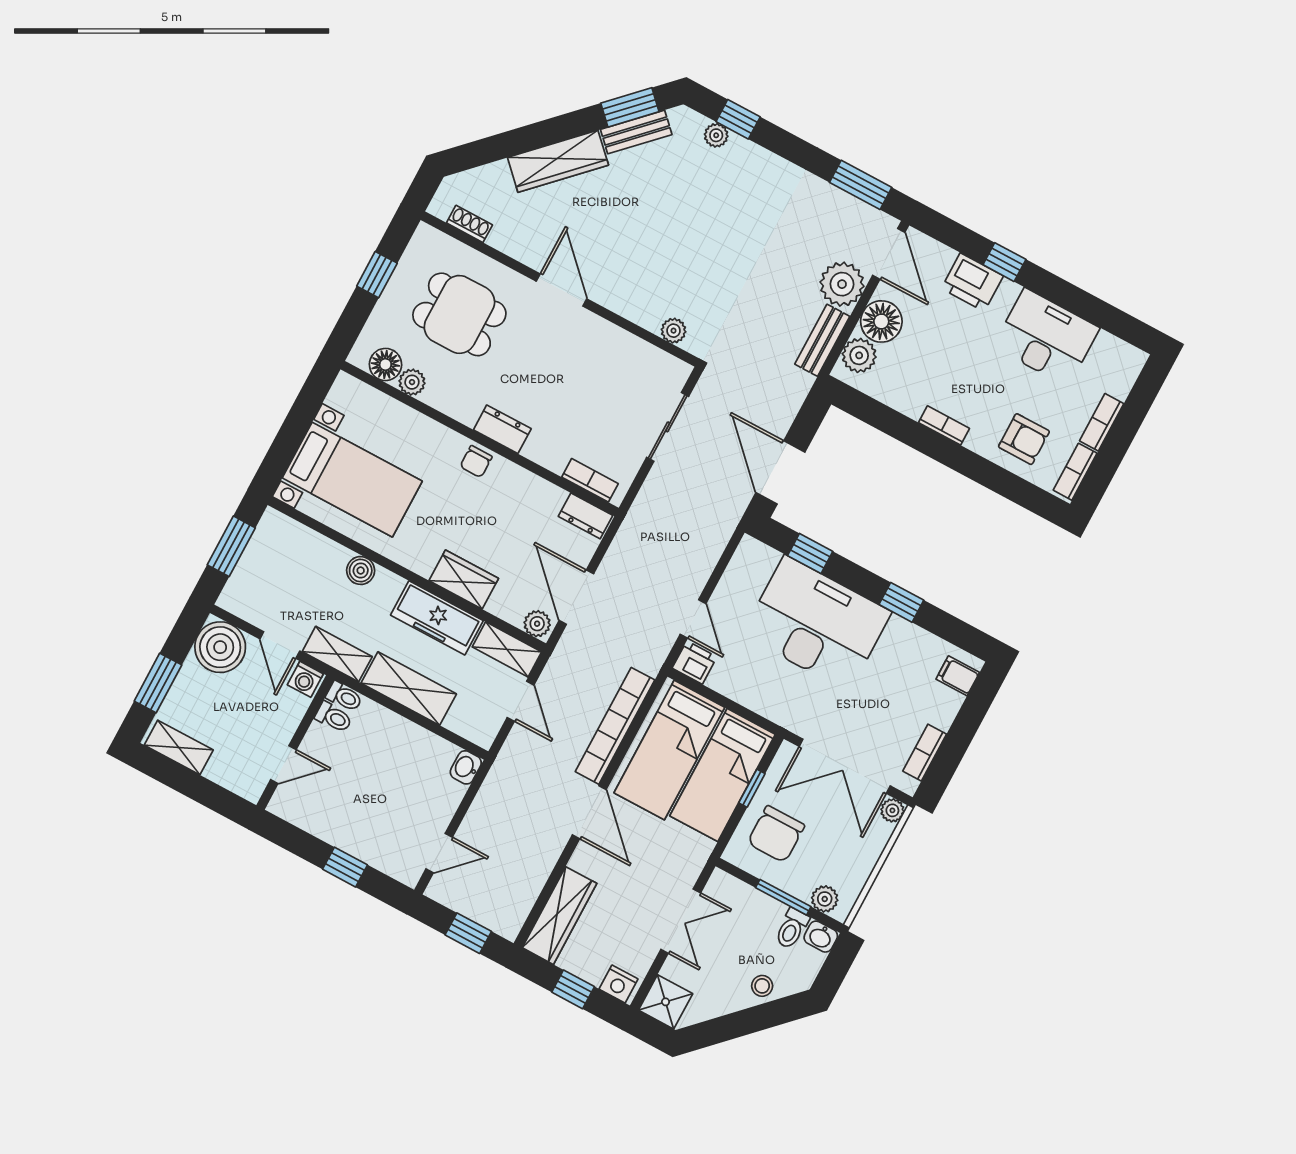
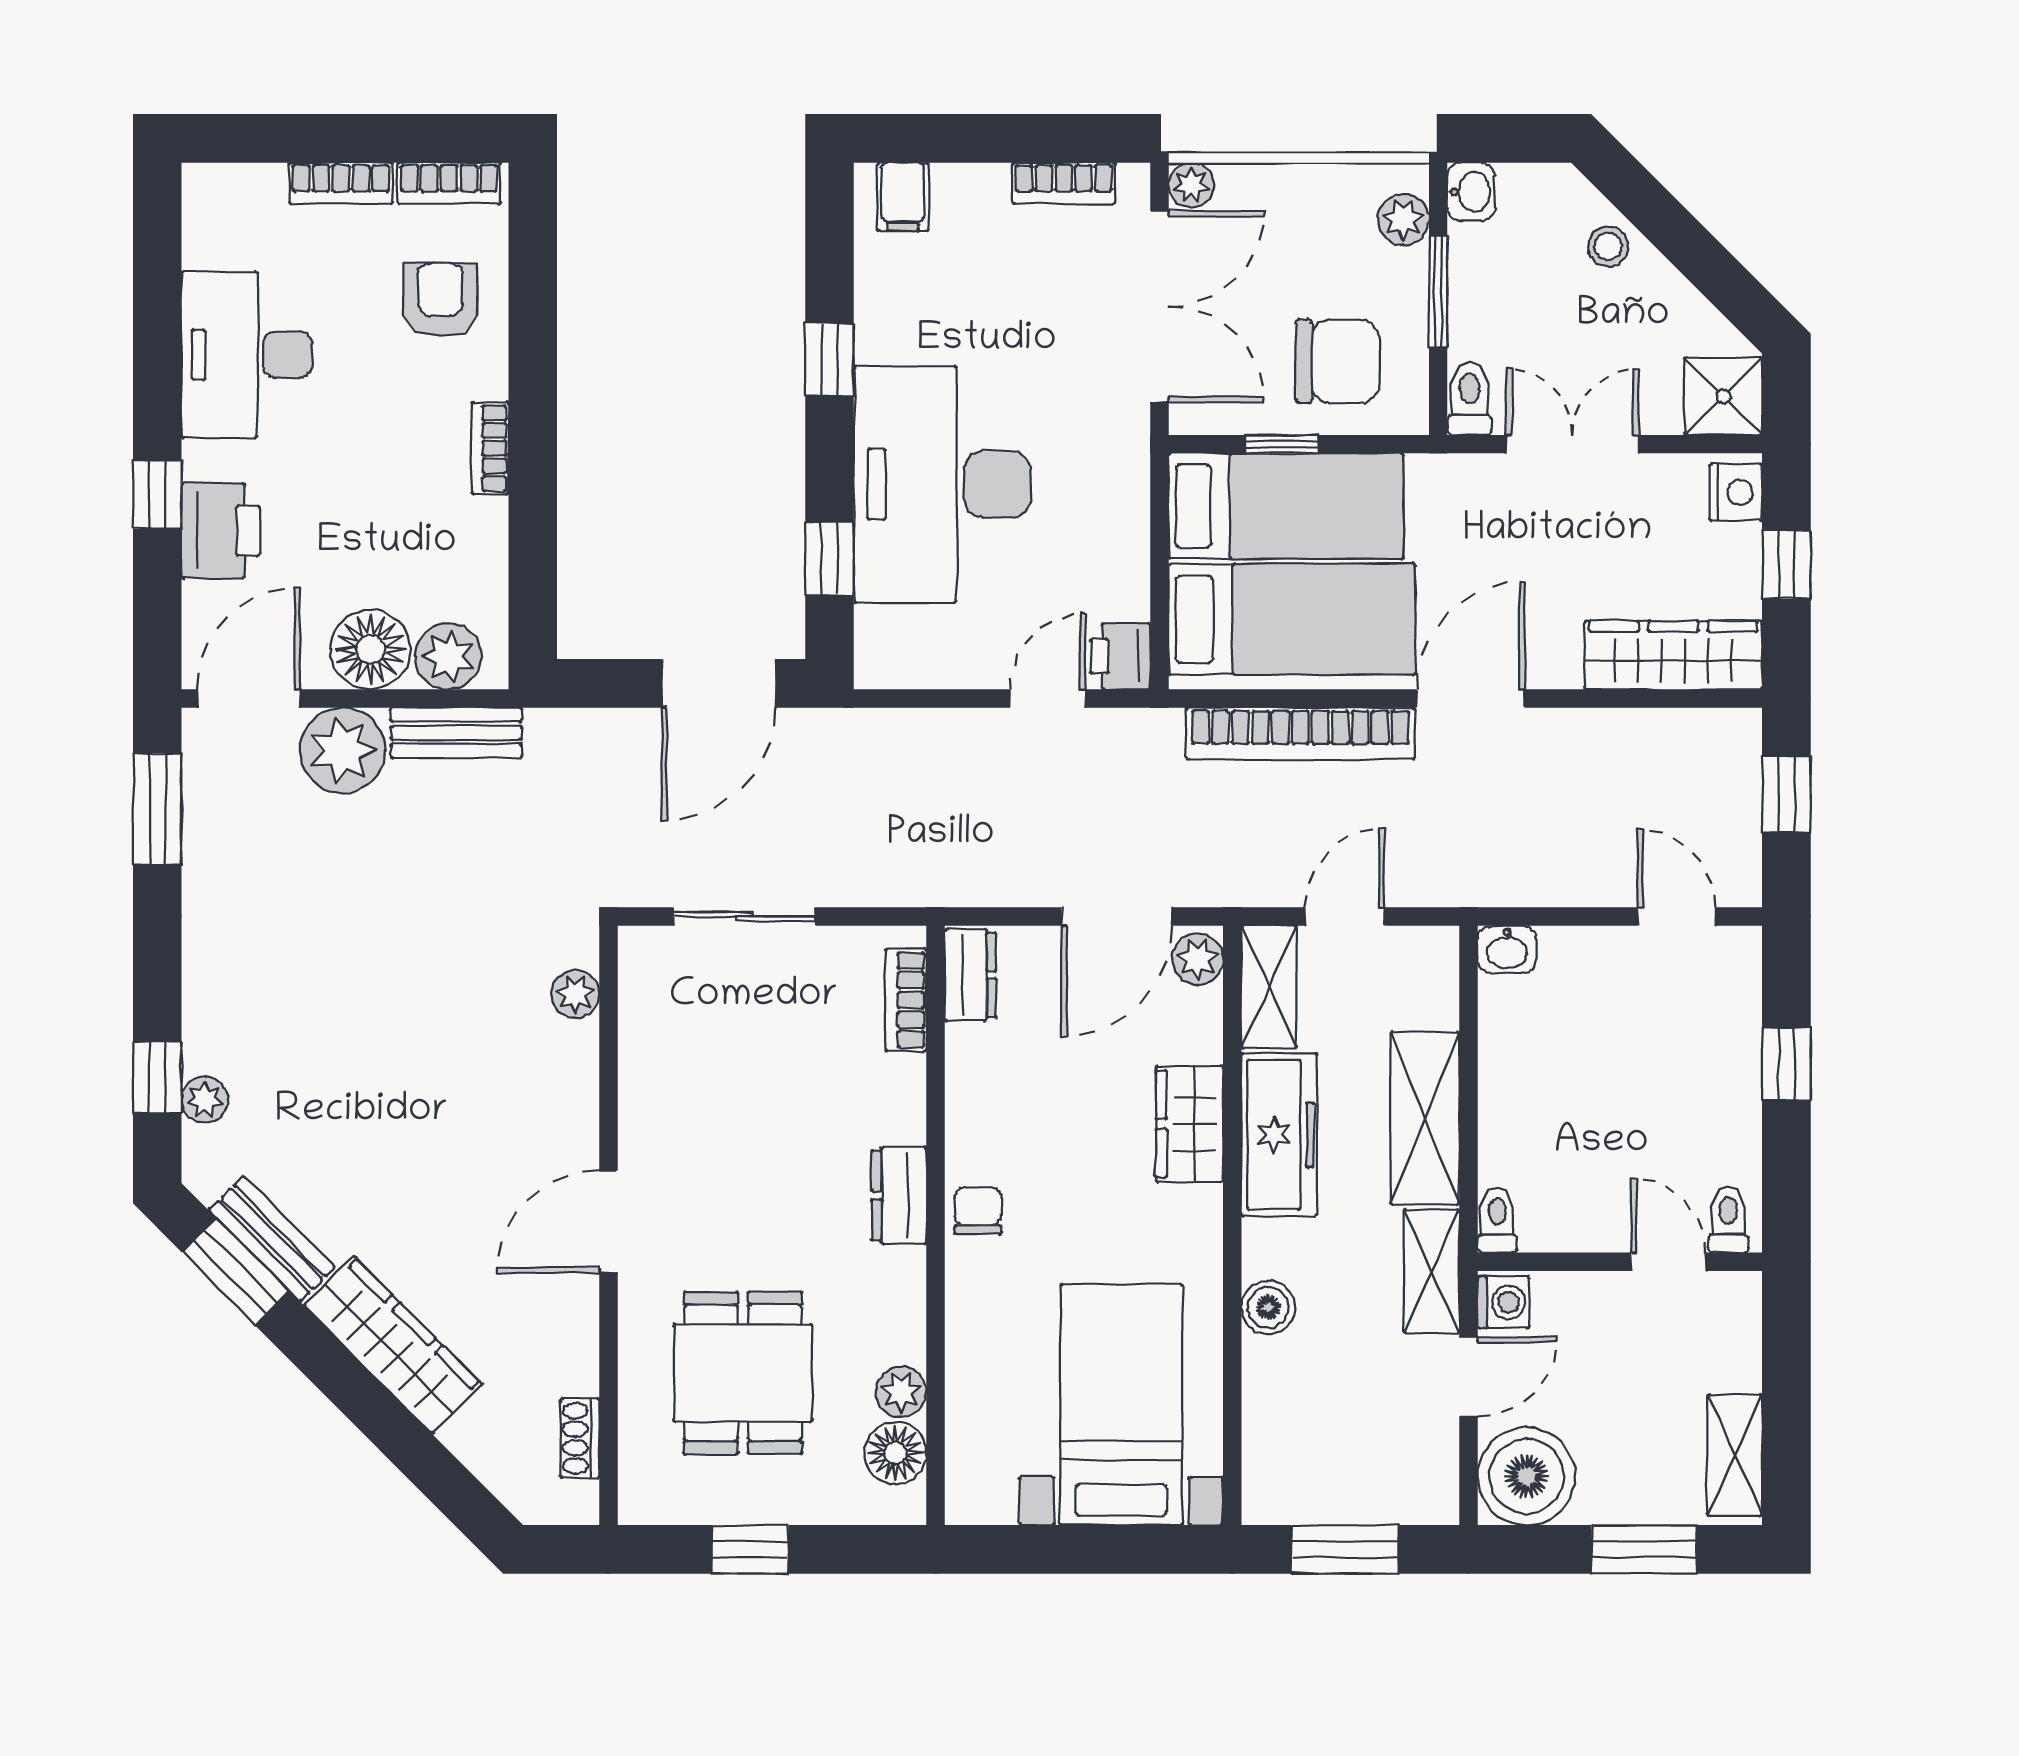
chair: (476, 462) -> (978, 1211), turned -90
toilet: (334, 717) -> (1728, 1220), moved
toilet: (792, 929) -> (1470, 399), moved, turned -90

